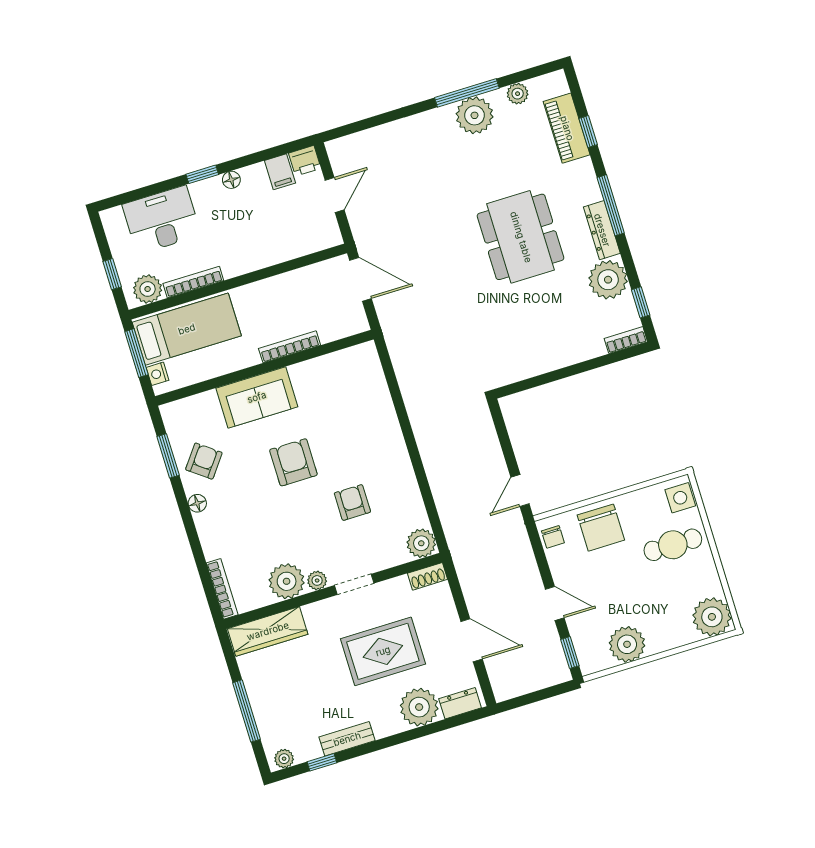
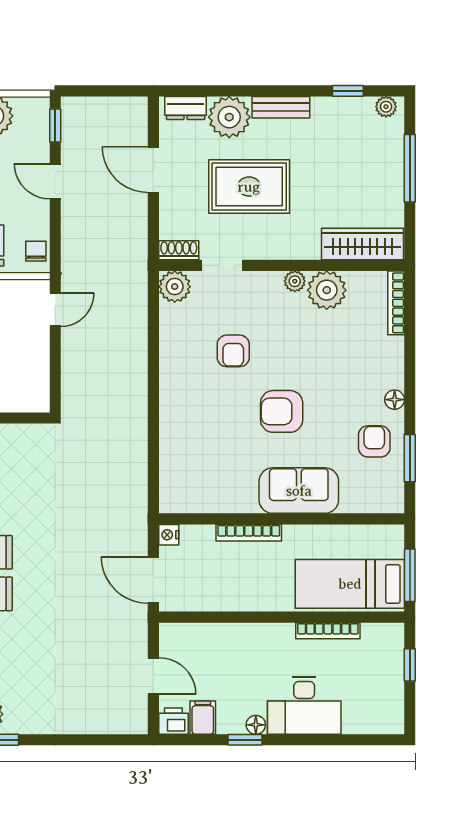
window: (202, 174) -> (245, 740), moved
door: (335, 195) -> (153, 676), swing flipped
desk: (162, 220) -> (304, 706), moved
plant: (148, 289) -> (378, 638), removed
nightstand: (158, 374) -> (169, 535), moved, turned 180
armchair: (204, 461) -> (374, 441), turned 143
armchair: (293, 462) -> (282, 411), turned 90
doorway: (354, 584) -> (222, 265), moved
bench: (347, 739) -> (281, 107), moved

